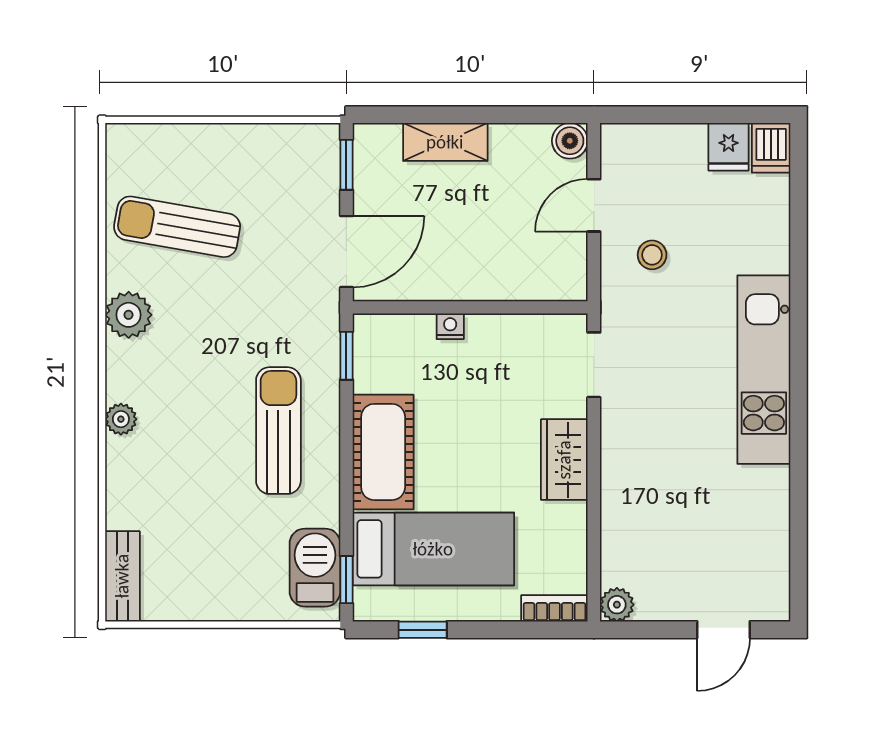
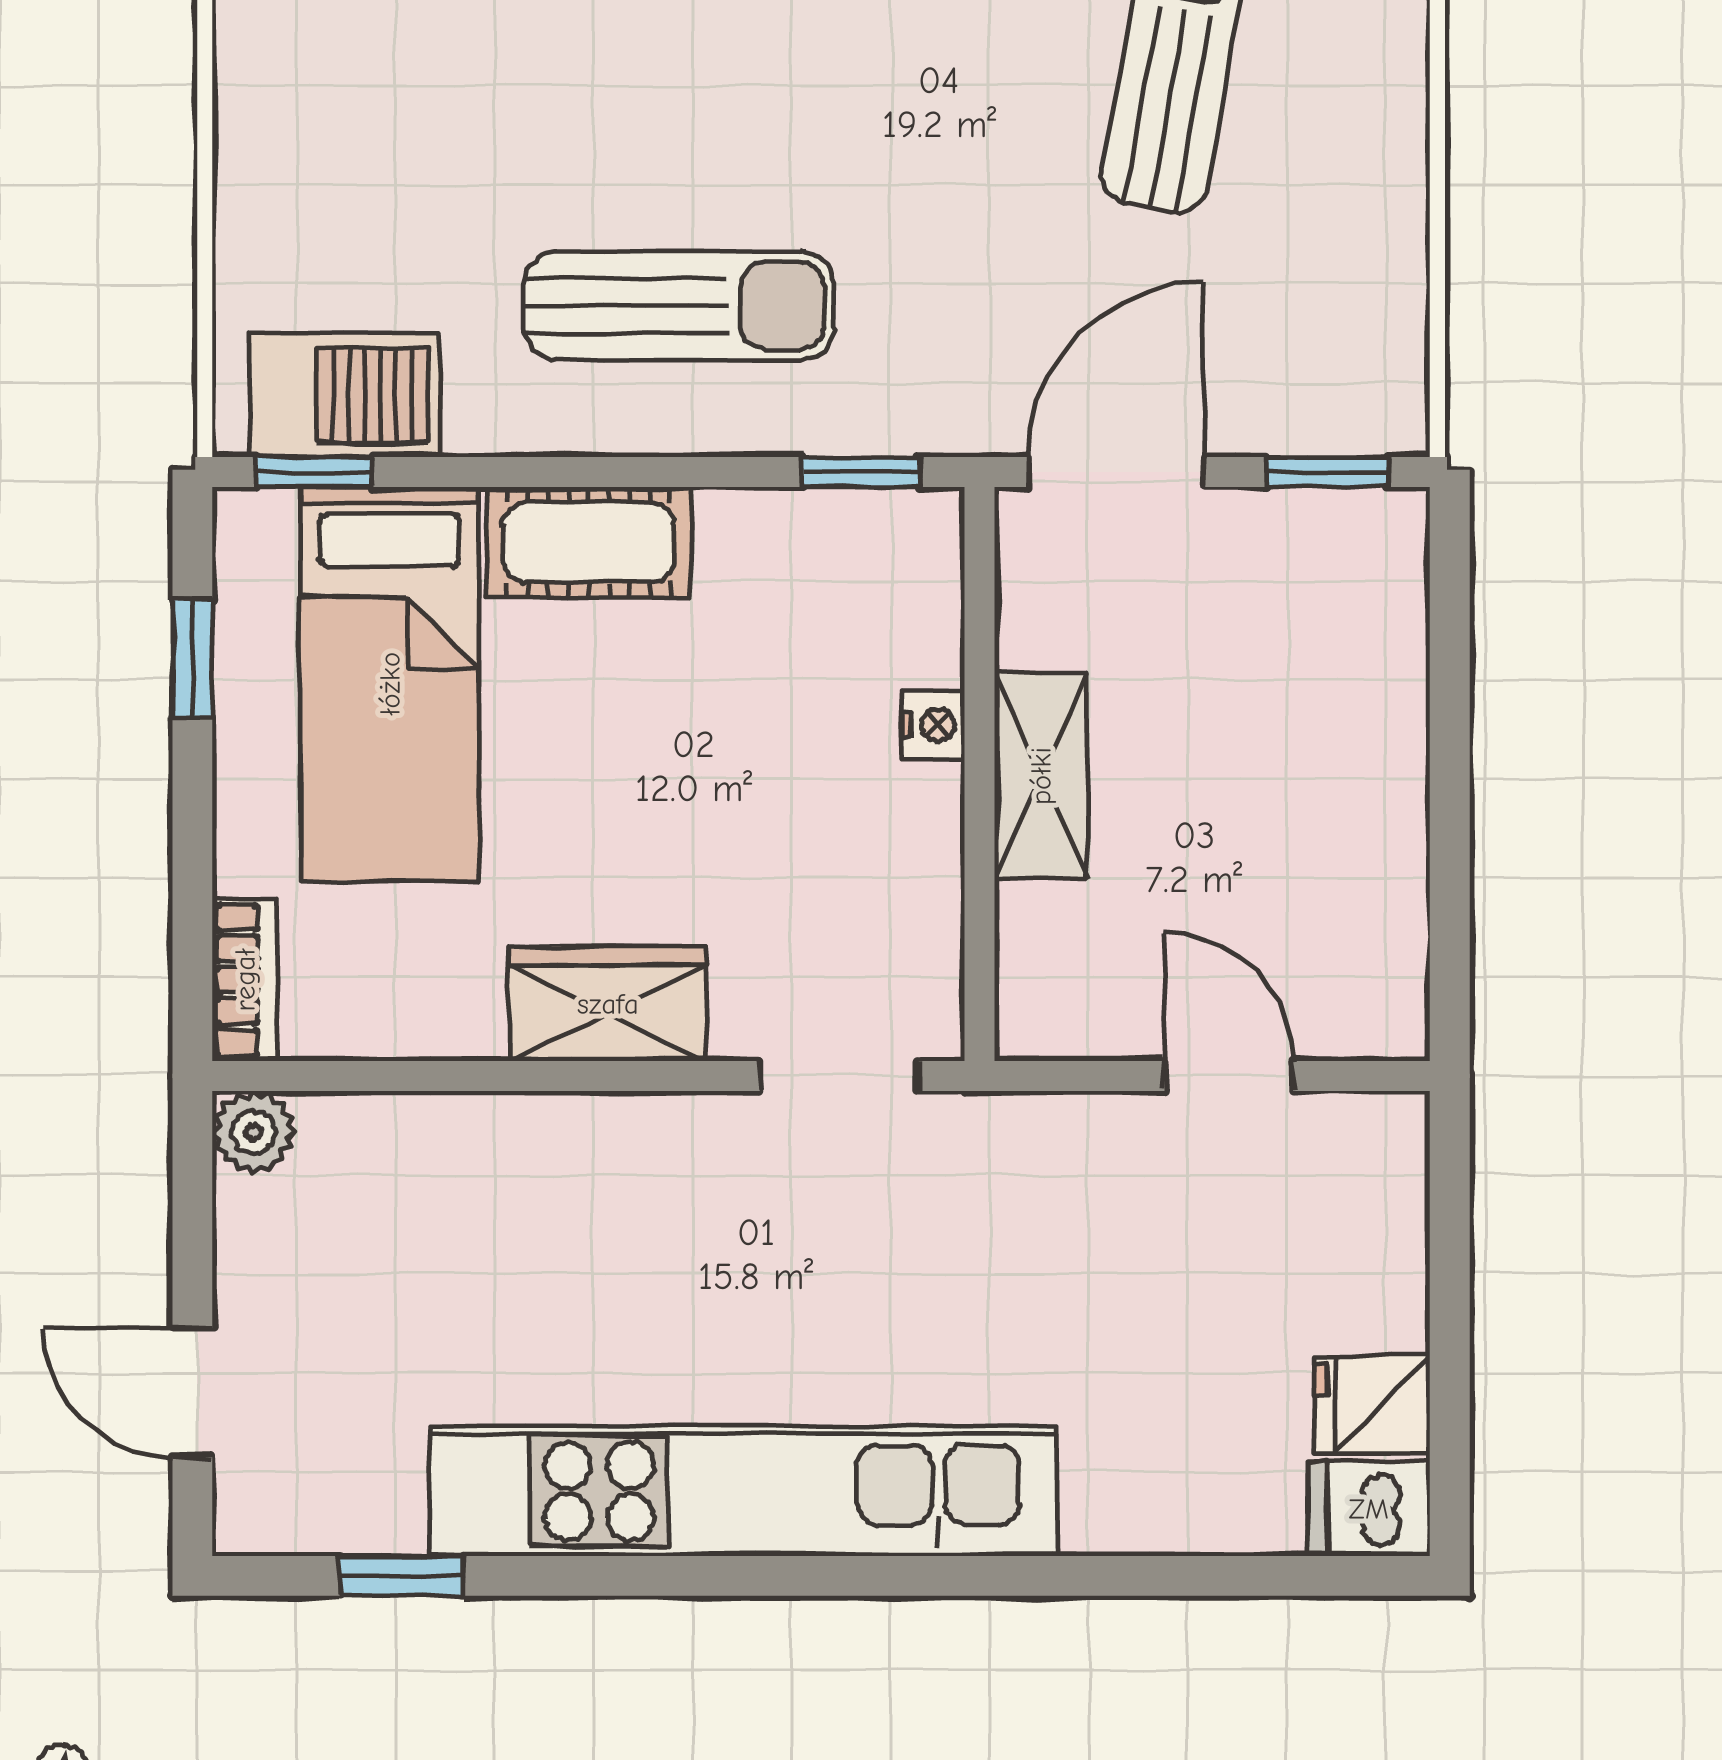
boiler: (570, 141) -> (1386, 1017), removed
shelving: (445, 142) -> (1041, 776), moved
door: (346, 252) -> (1116, 472), swing flipped
stool: (652, 255) -> (1108, 1218), removed
kitchen unit: (764, 370) -> (744, 1491), width x1.36
cot: (383, 452) -> (589, 542), width x0.73, depth x0.75
window: (799, 544) -> (401, 1576), added

